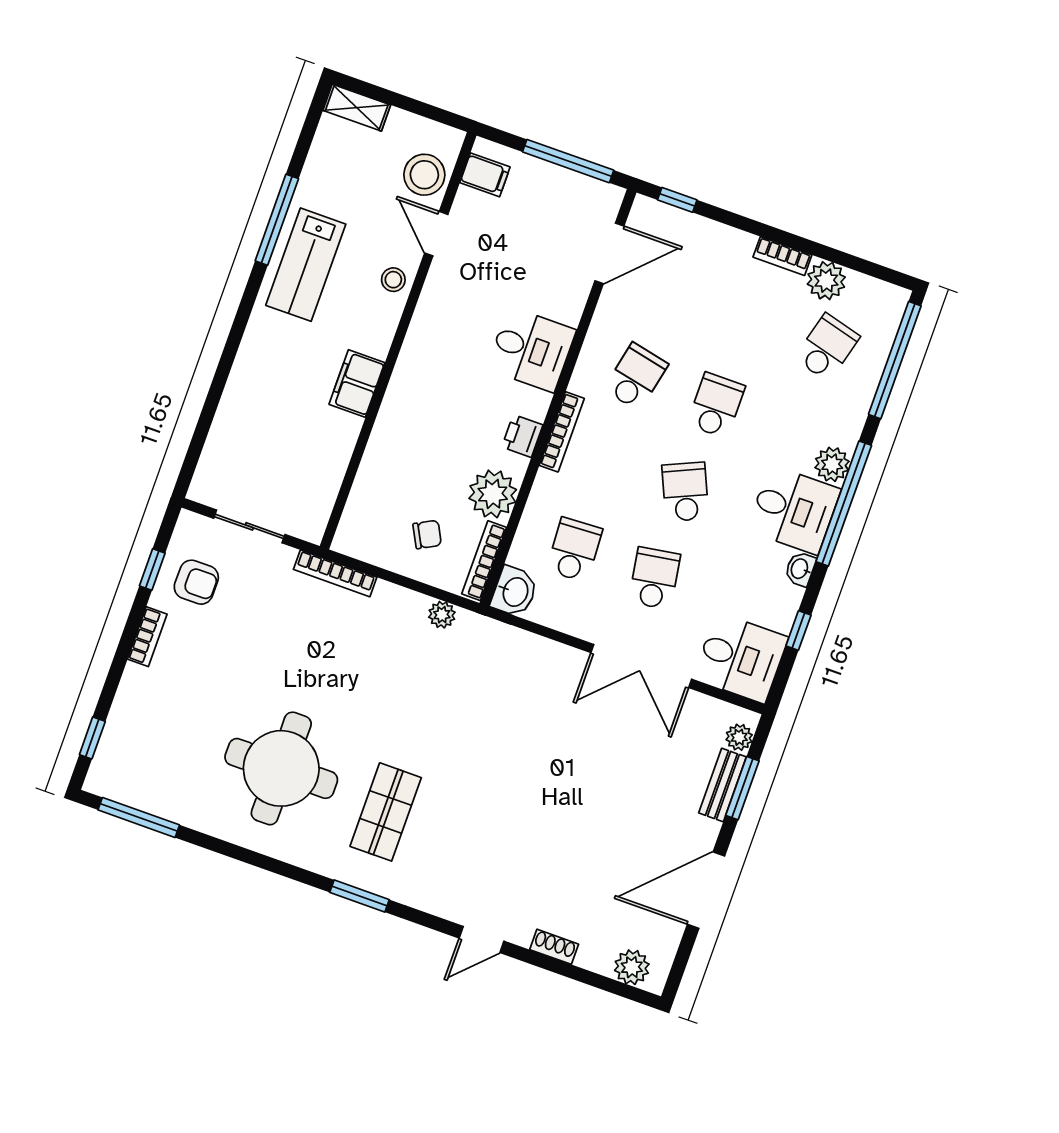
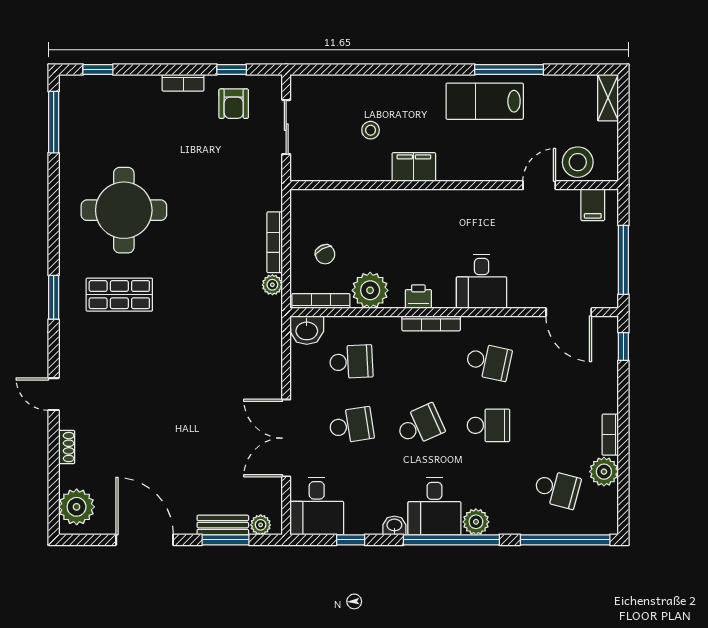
stool: (393, 280) -> (371, 130), moved
bookcase: (335, 573) -> (275, 242), moved
plant: (632, 967) -> (77, 507), width x1.36, depth x1.36

